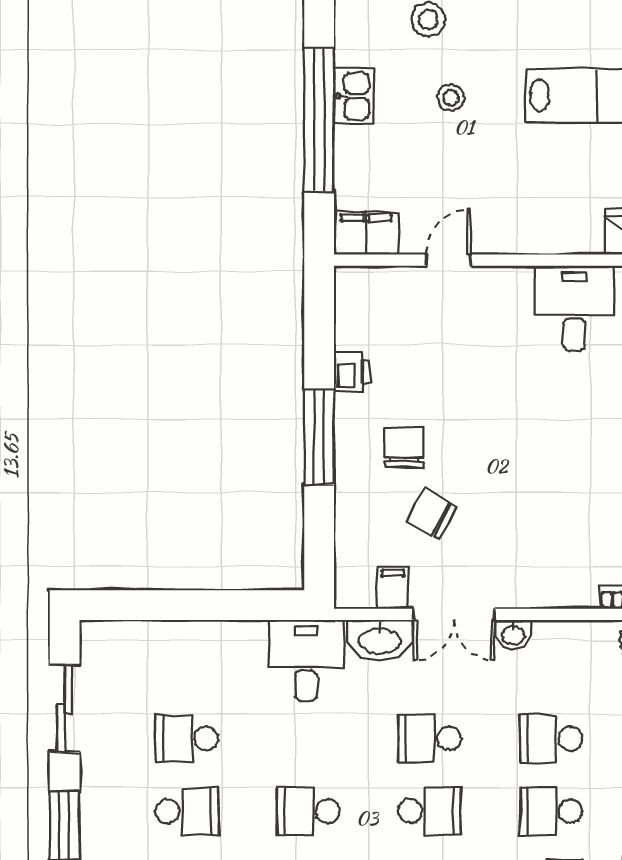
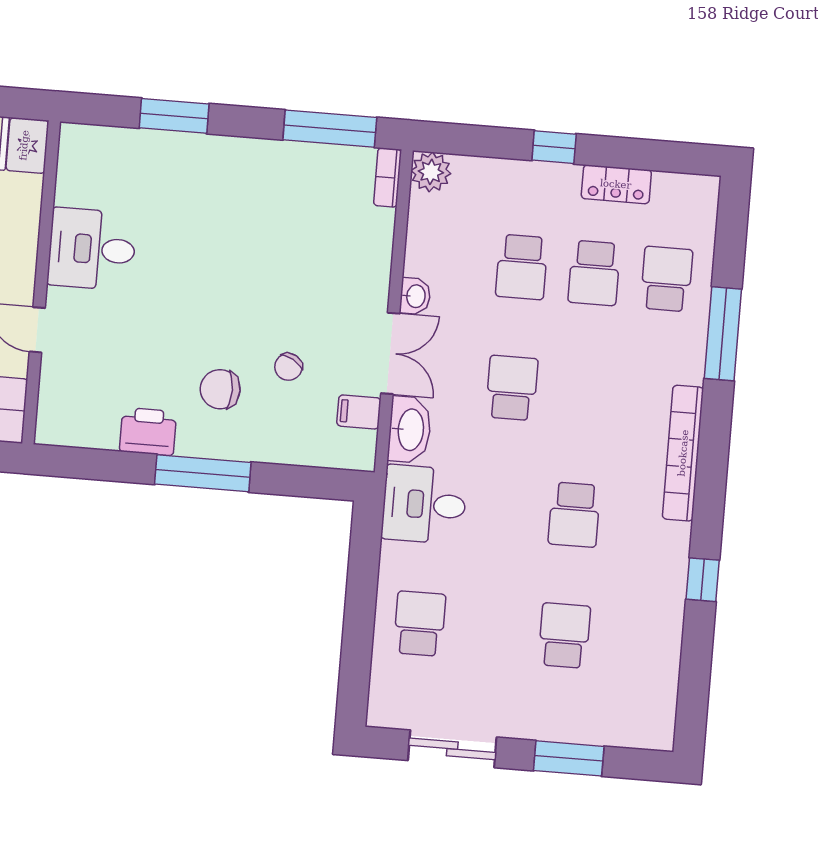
desk: (574, 308) -> (92, 249), moved
printer: (352, 372) -> (148, 431), width x1.36, depth x1.24
chair: (432, 514) -> (288, 367), width x0.73, depth x0.73
school desk: (187, 738) -> (420, 624), moved, turned 180
school desk: (430, 738) -> (512, 388), turned 180
school desk: (430, 811) -> (584, 394), removed

